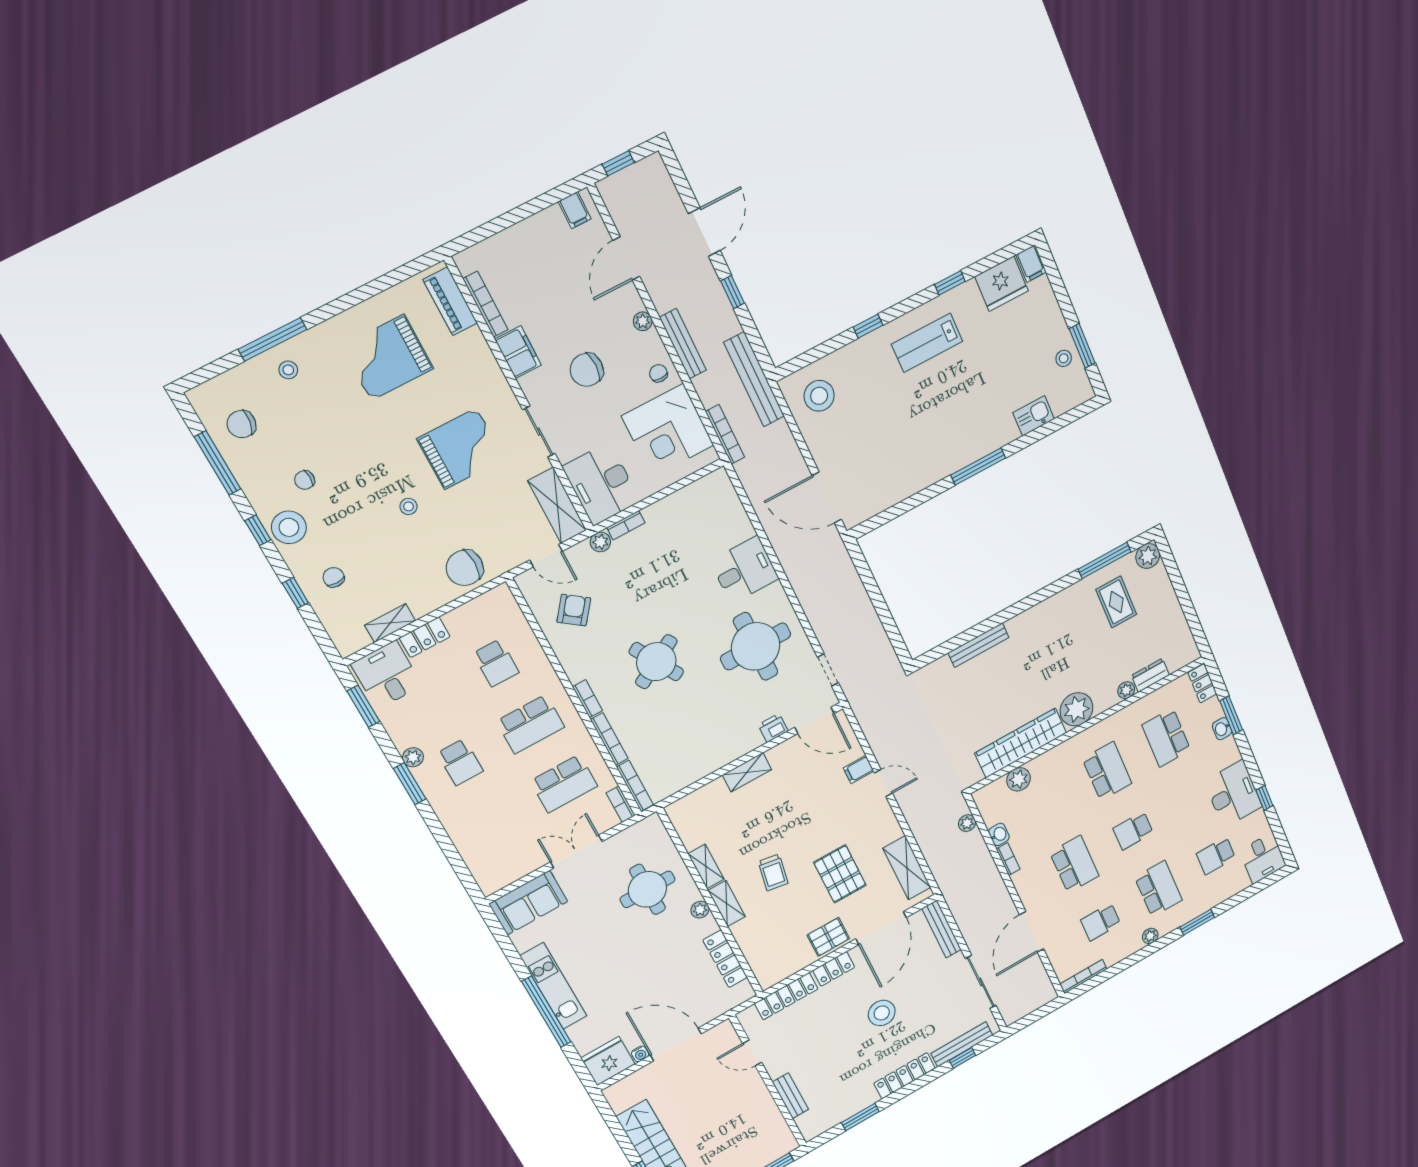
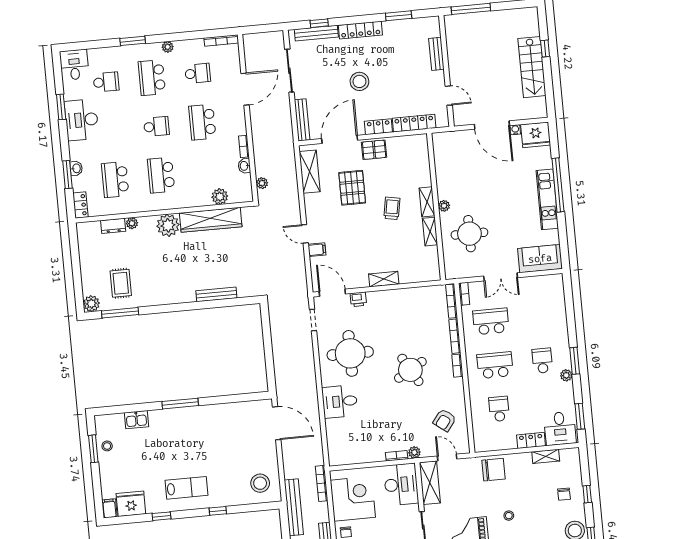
school desk: (1166, 738) -> (115, 180), turned 180
window: (1264, 798) -> (61, 107), width x1.50
locker: (725, 959) -> (441, 166), removed

